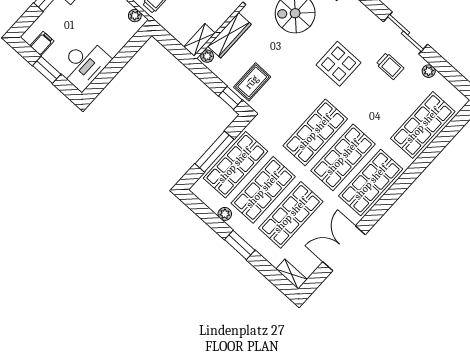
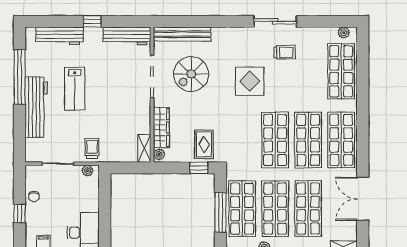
plant: (429, 71) -> (344, 33), moved

